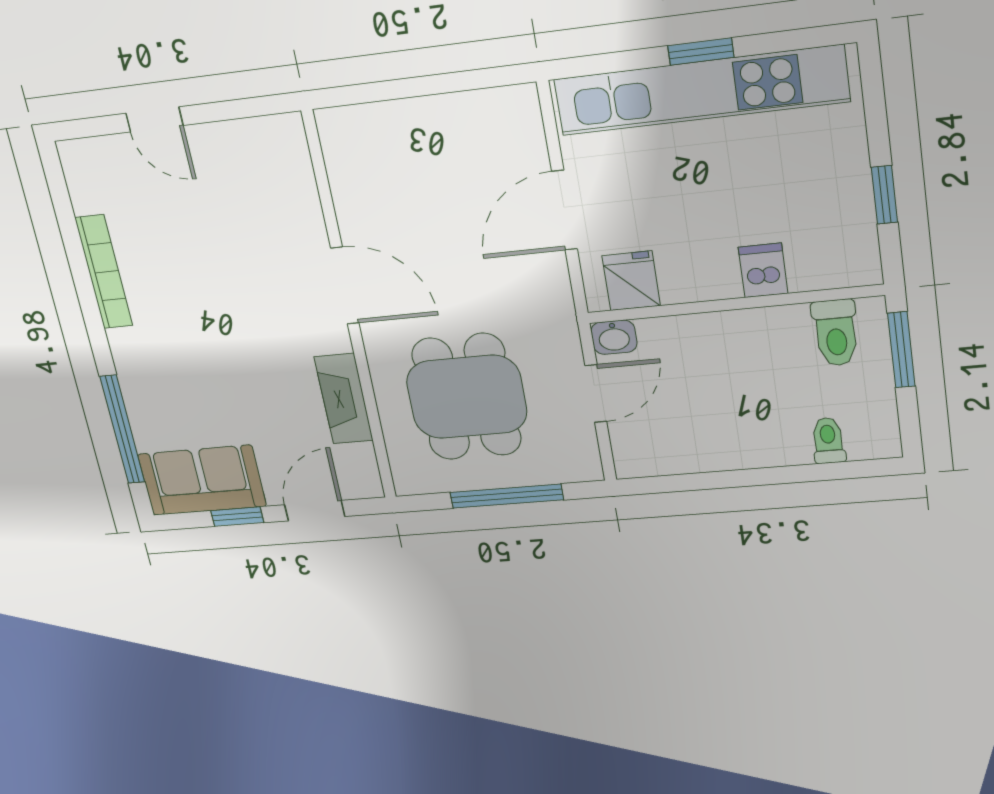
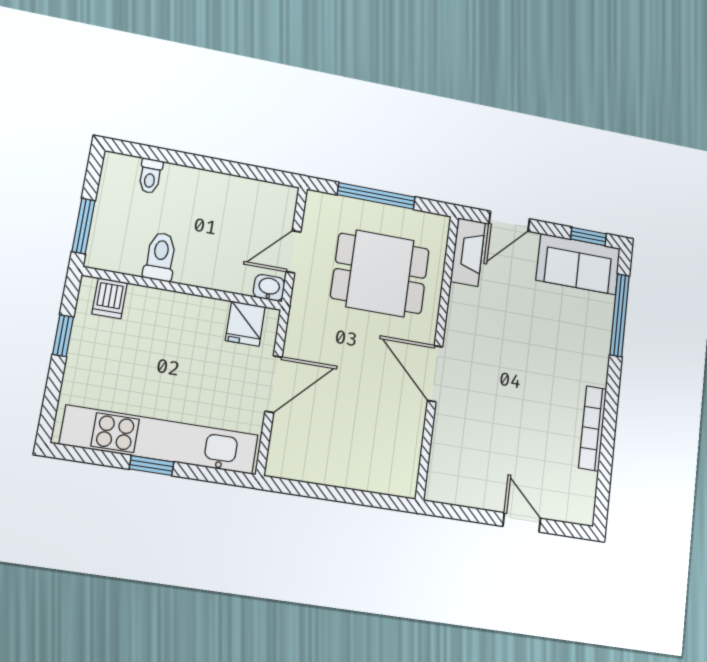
dishwasher: (763, 270) -> (110, 298), moved
toilet: (836, 333) -> (160, 257), moved
dining table: (467, 397) -> (380, 273), turned 90
fireplace: (344, 399) -> (468, 252), moved
window: (237, 517) -> (588, 236), moved

